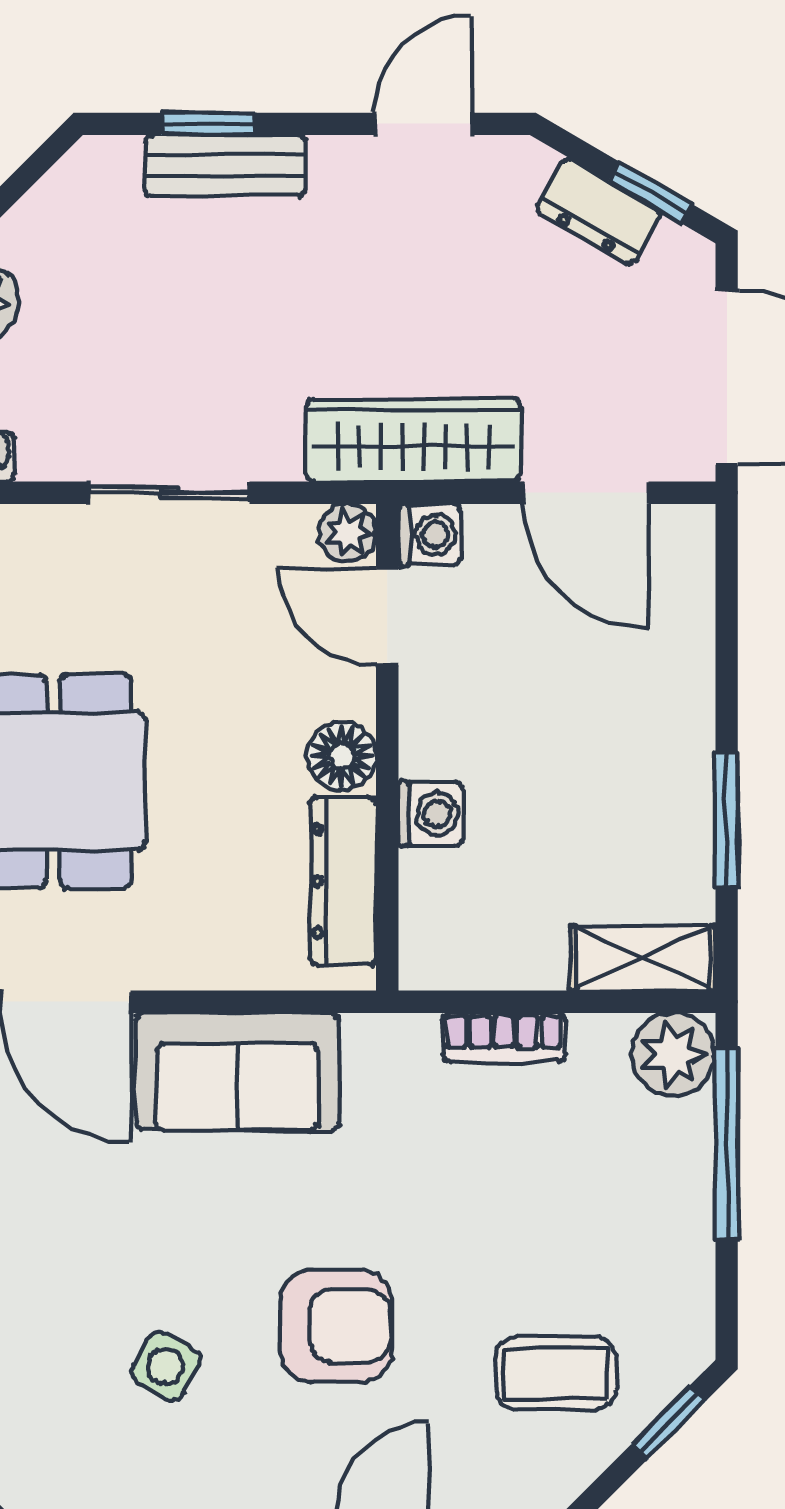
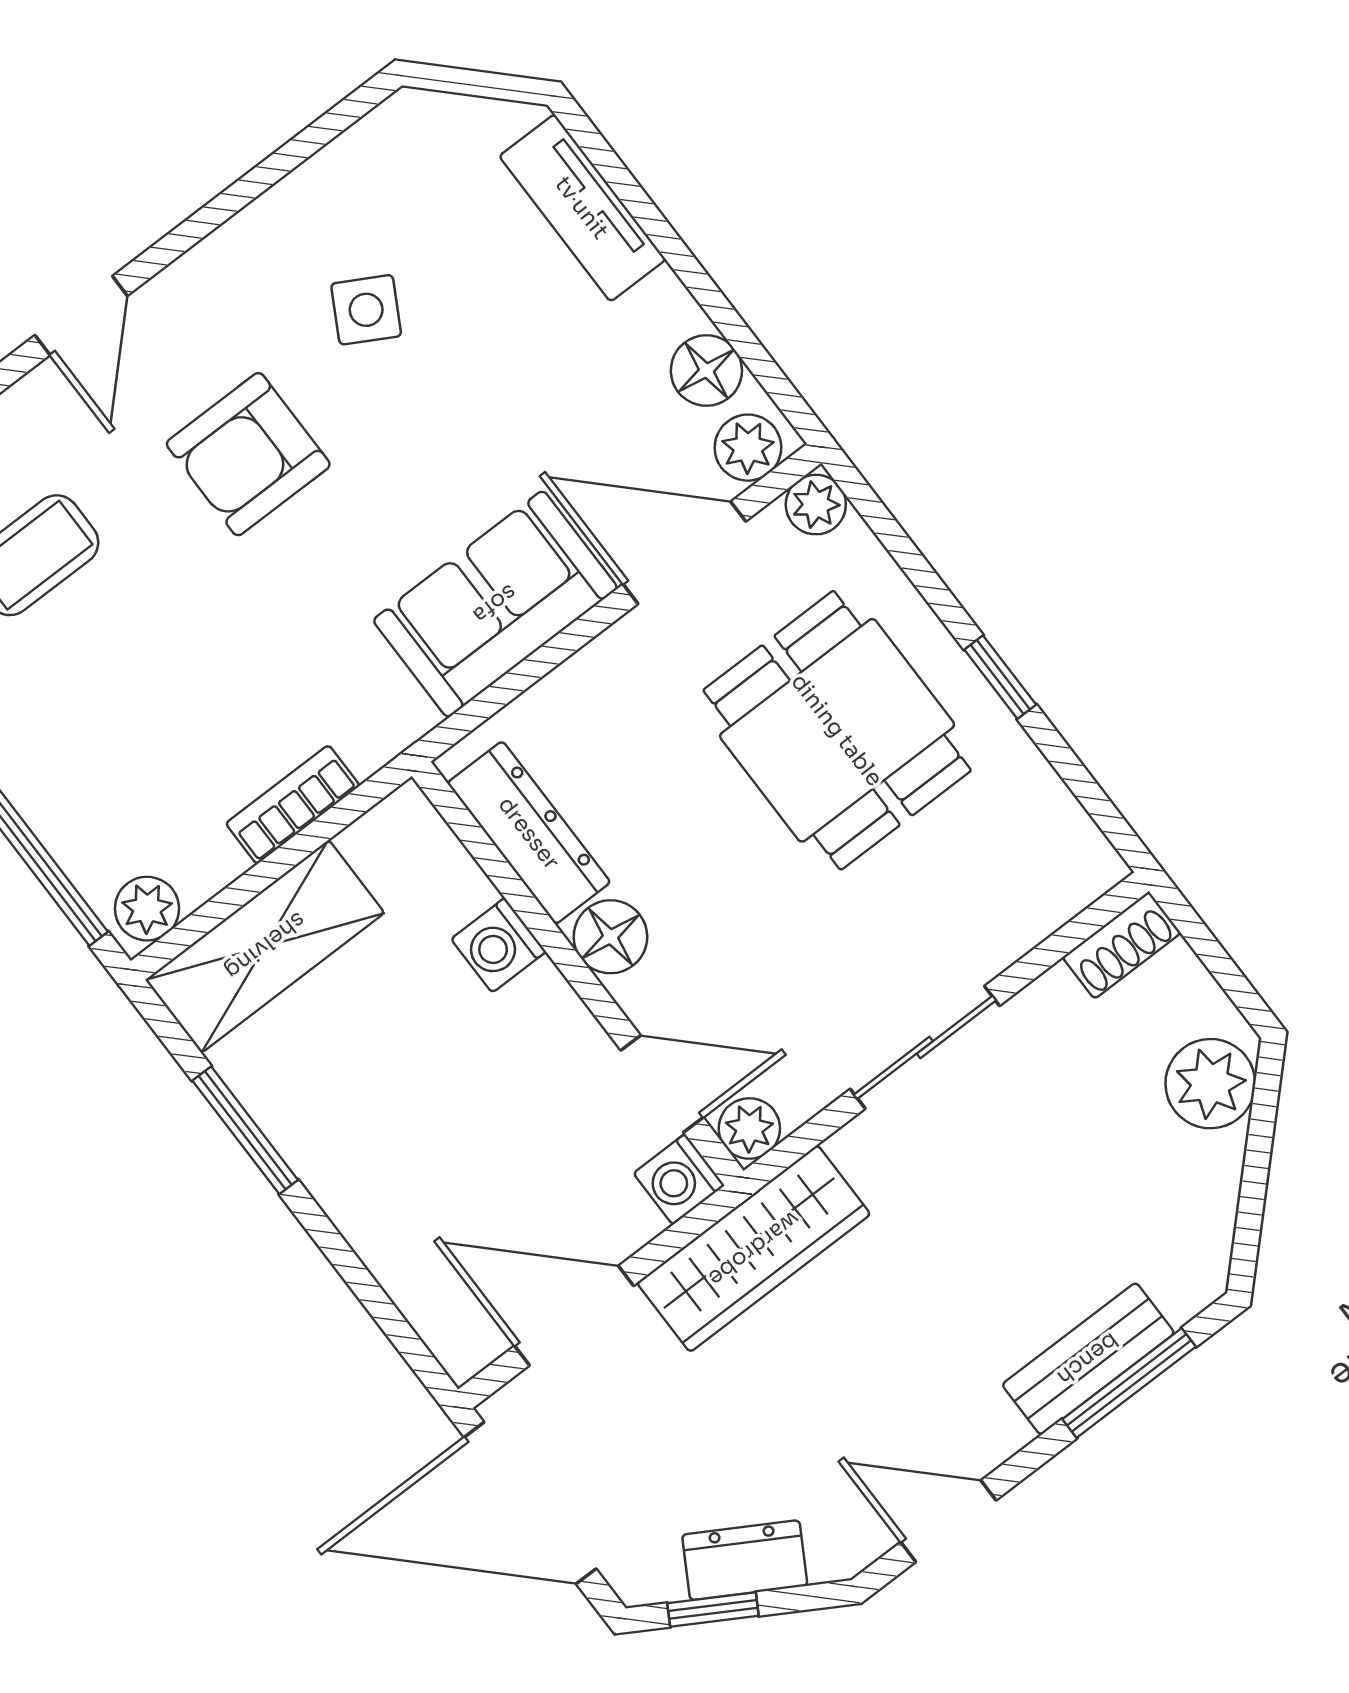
window: (208, 124) -> (1129, 1383), width x1.50
door: (423, 124) -> (948, 1521), swing flipped
shelving: (643, 958) -> (265, 946), width x1.50, depth x1.33
plant: (673, 1054) -> (147, 909), width x0.73, depth x0.73

